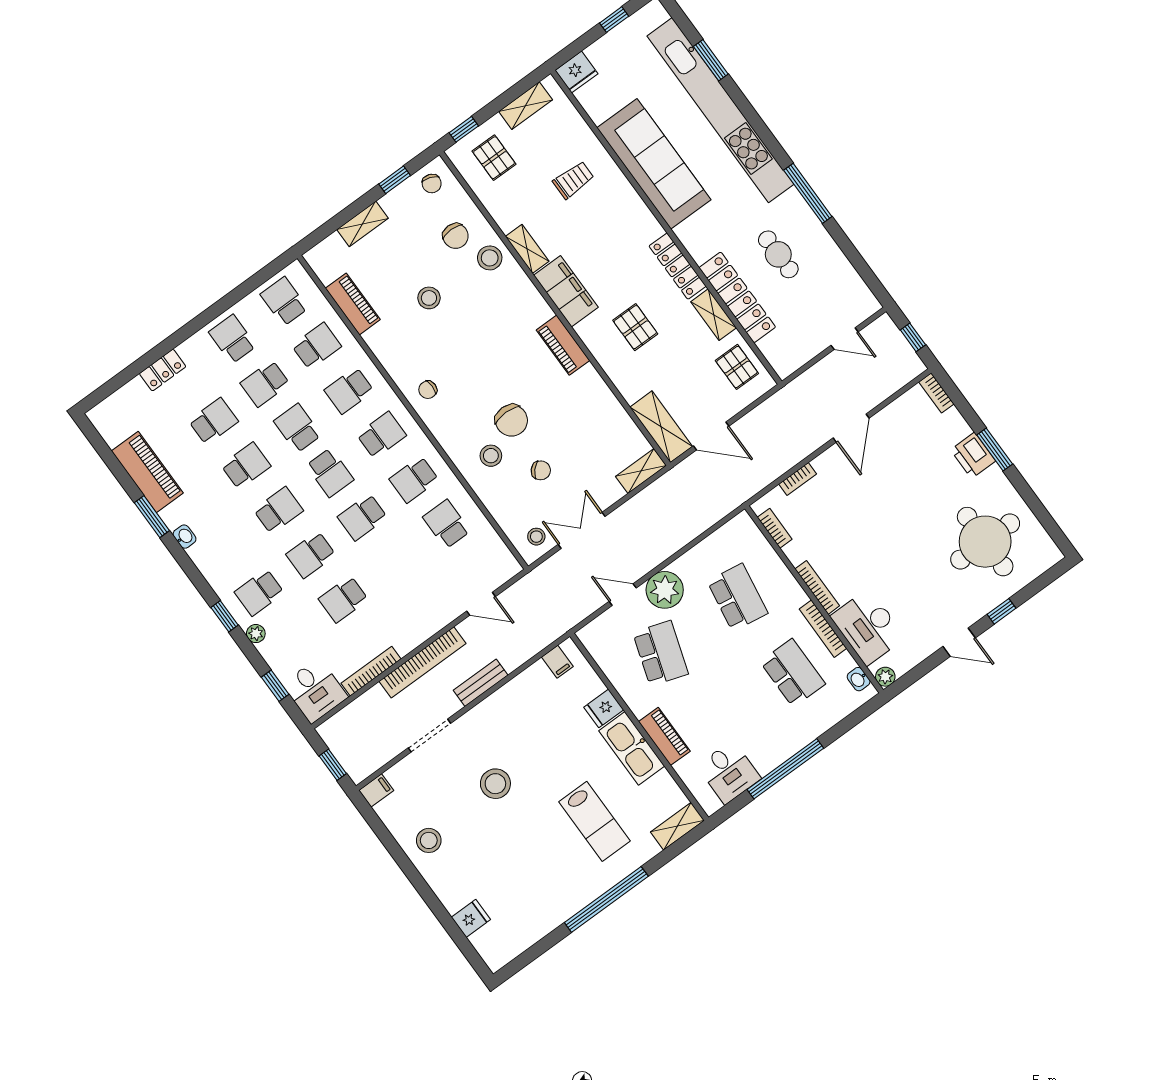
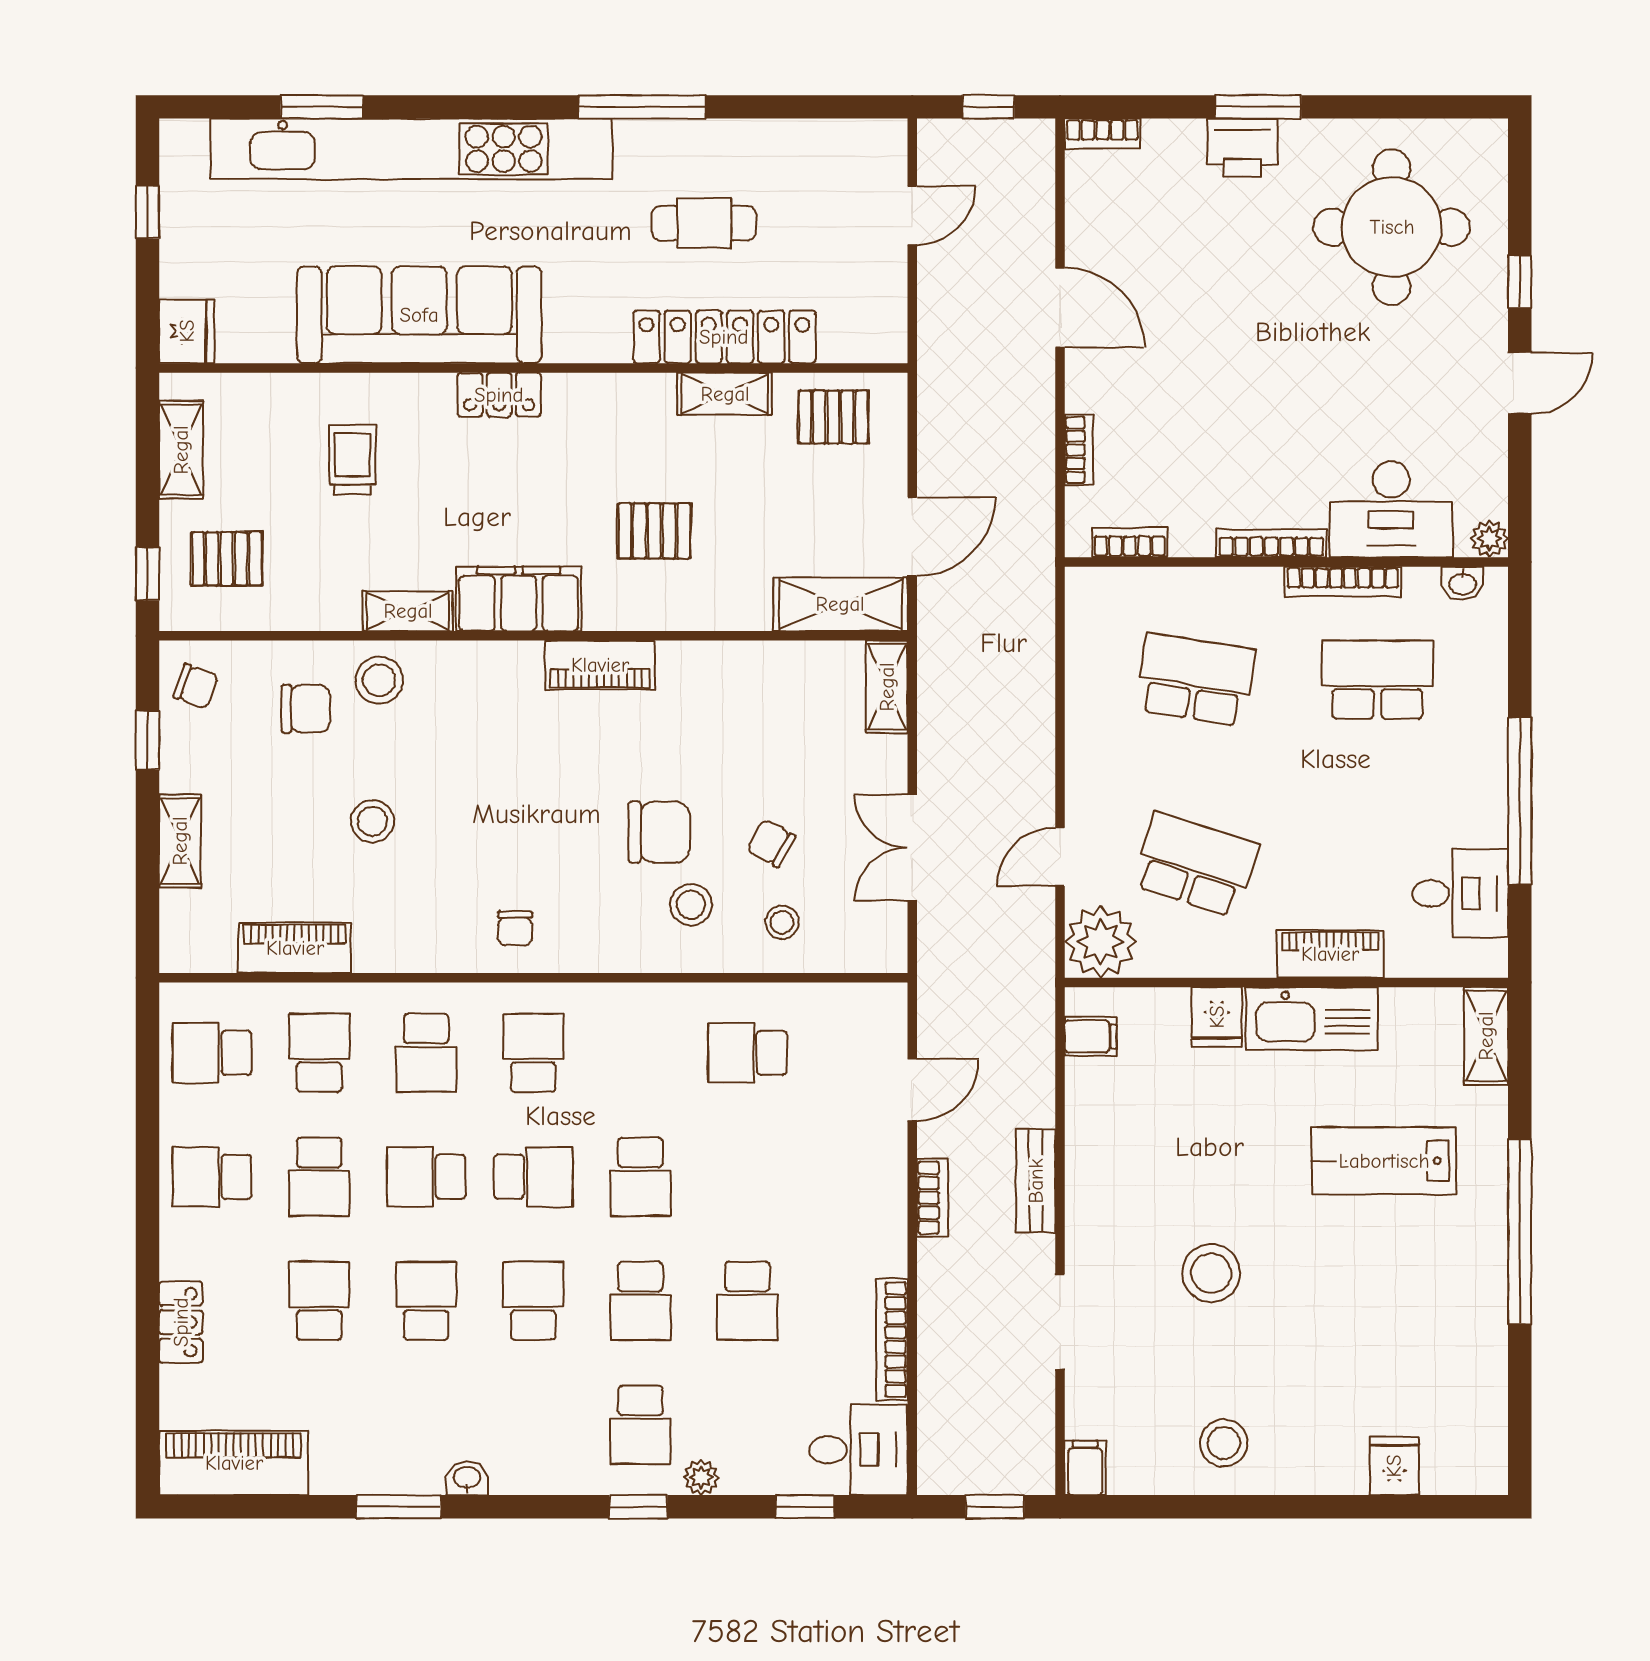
locker: (678, 266) -> (499, 395), moved, width x0.66
chair: (541, 470) -> (771, 843), turned -104
piano: (147, 472) -> (234, 1463), moved
school desk: (414, 480) -> (640, 1053), removed
stool: (536, 537) -> (782, 922), moved
plant: (665, 590) -> (1101, 942), moved
bookcase: (423, 662) -> (932, 1198), width x0.43, depth x0.76
lab bench: (594, 821) -> (1384, 1161), turned 180

